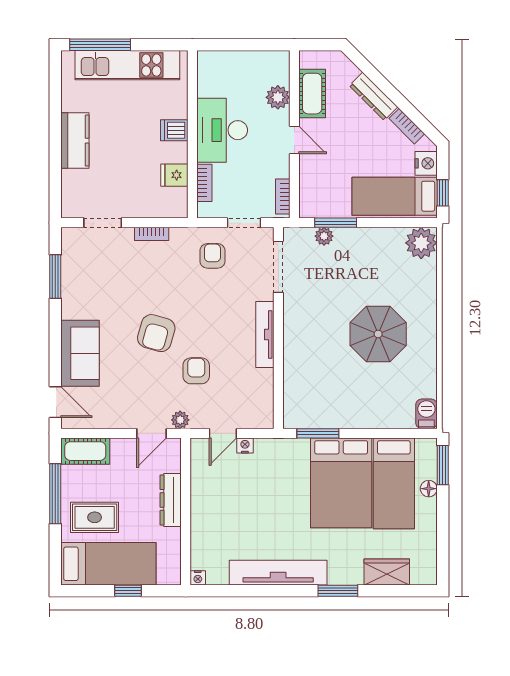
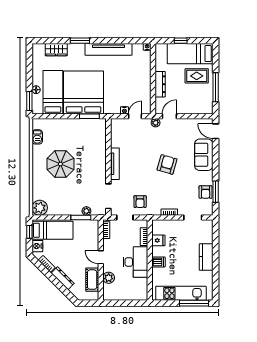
armchair: (196, 371) -> (206, 192), moved
barbecue: (426, 414) -> (37, 137), moved
cot: (85, 451) -> (201, 108), removed
bed: (341, 483) -> (83, 92), width x1.36

